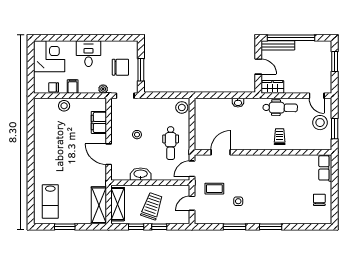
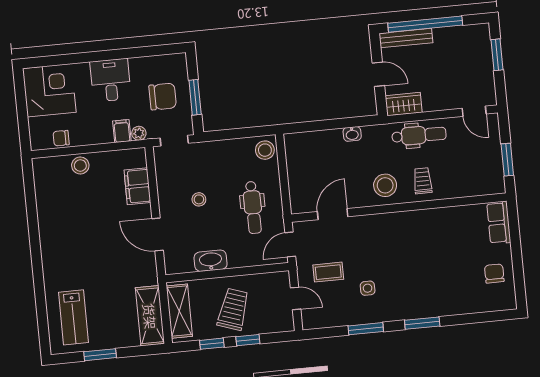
filing cabinet: (73, 87) -> (122, 131), moved
stool: (320, 123) -> (385, 185), moved
door: (192, 203) -> (296, 298), swing flipped

